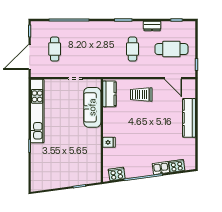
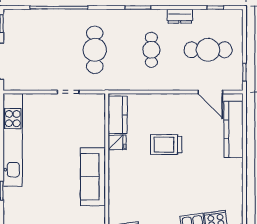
cafe table: (55, 49) -> (95, 50), moved, width x1.37, depth x1.35
trolley: (141, 95) -> (166, 145), moved
sofa: (92, 107) -> (93, 177), moved
kitchen counter: (189, 118) -> (234, 129), moved
fridge: (109, 142) -> (117, 142), moved

